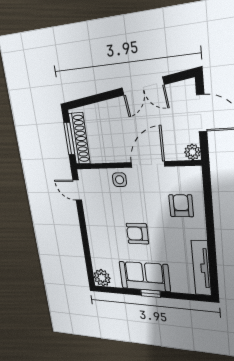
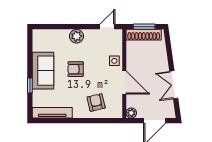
armchair: (181, 206) -> (96, 102), turned -103
armchair: (137, 234) -> (76, 69), turned -90
plant: (102, 278) -> (77, 36), moved
window: (151, 293) -> (30, 86), moved

